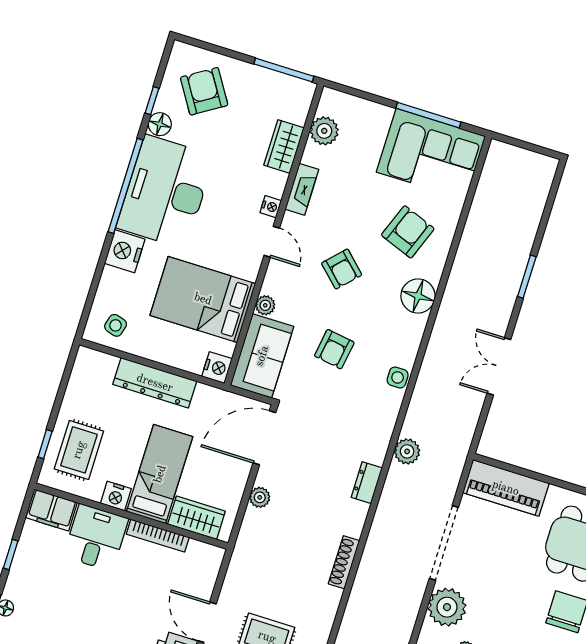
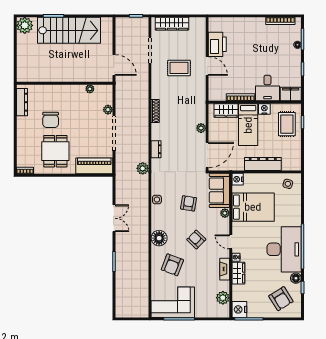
wardrobe: (284, 146) -> (238, 273), moved
nightstand: (125, 251) -> (239, 309), moved, turned 180
plant: (447, 607) -> (108, 110), width x0.53, depth x0.53

